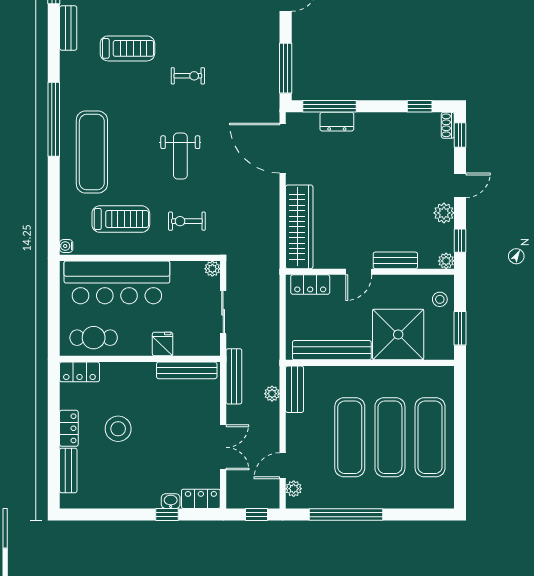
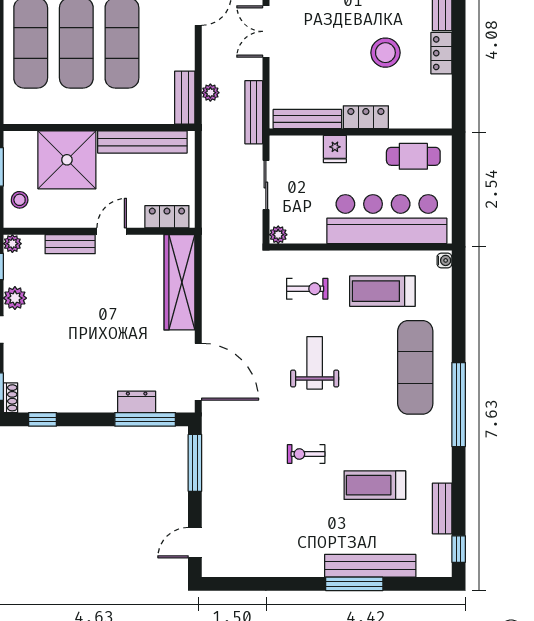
locker: (79, 372) -> (366, 117), moved

